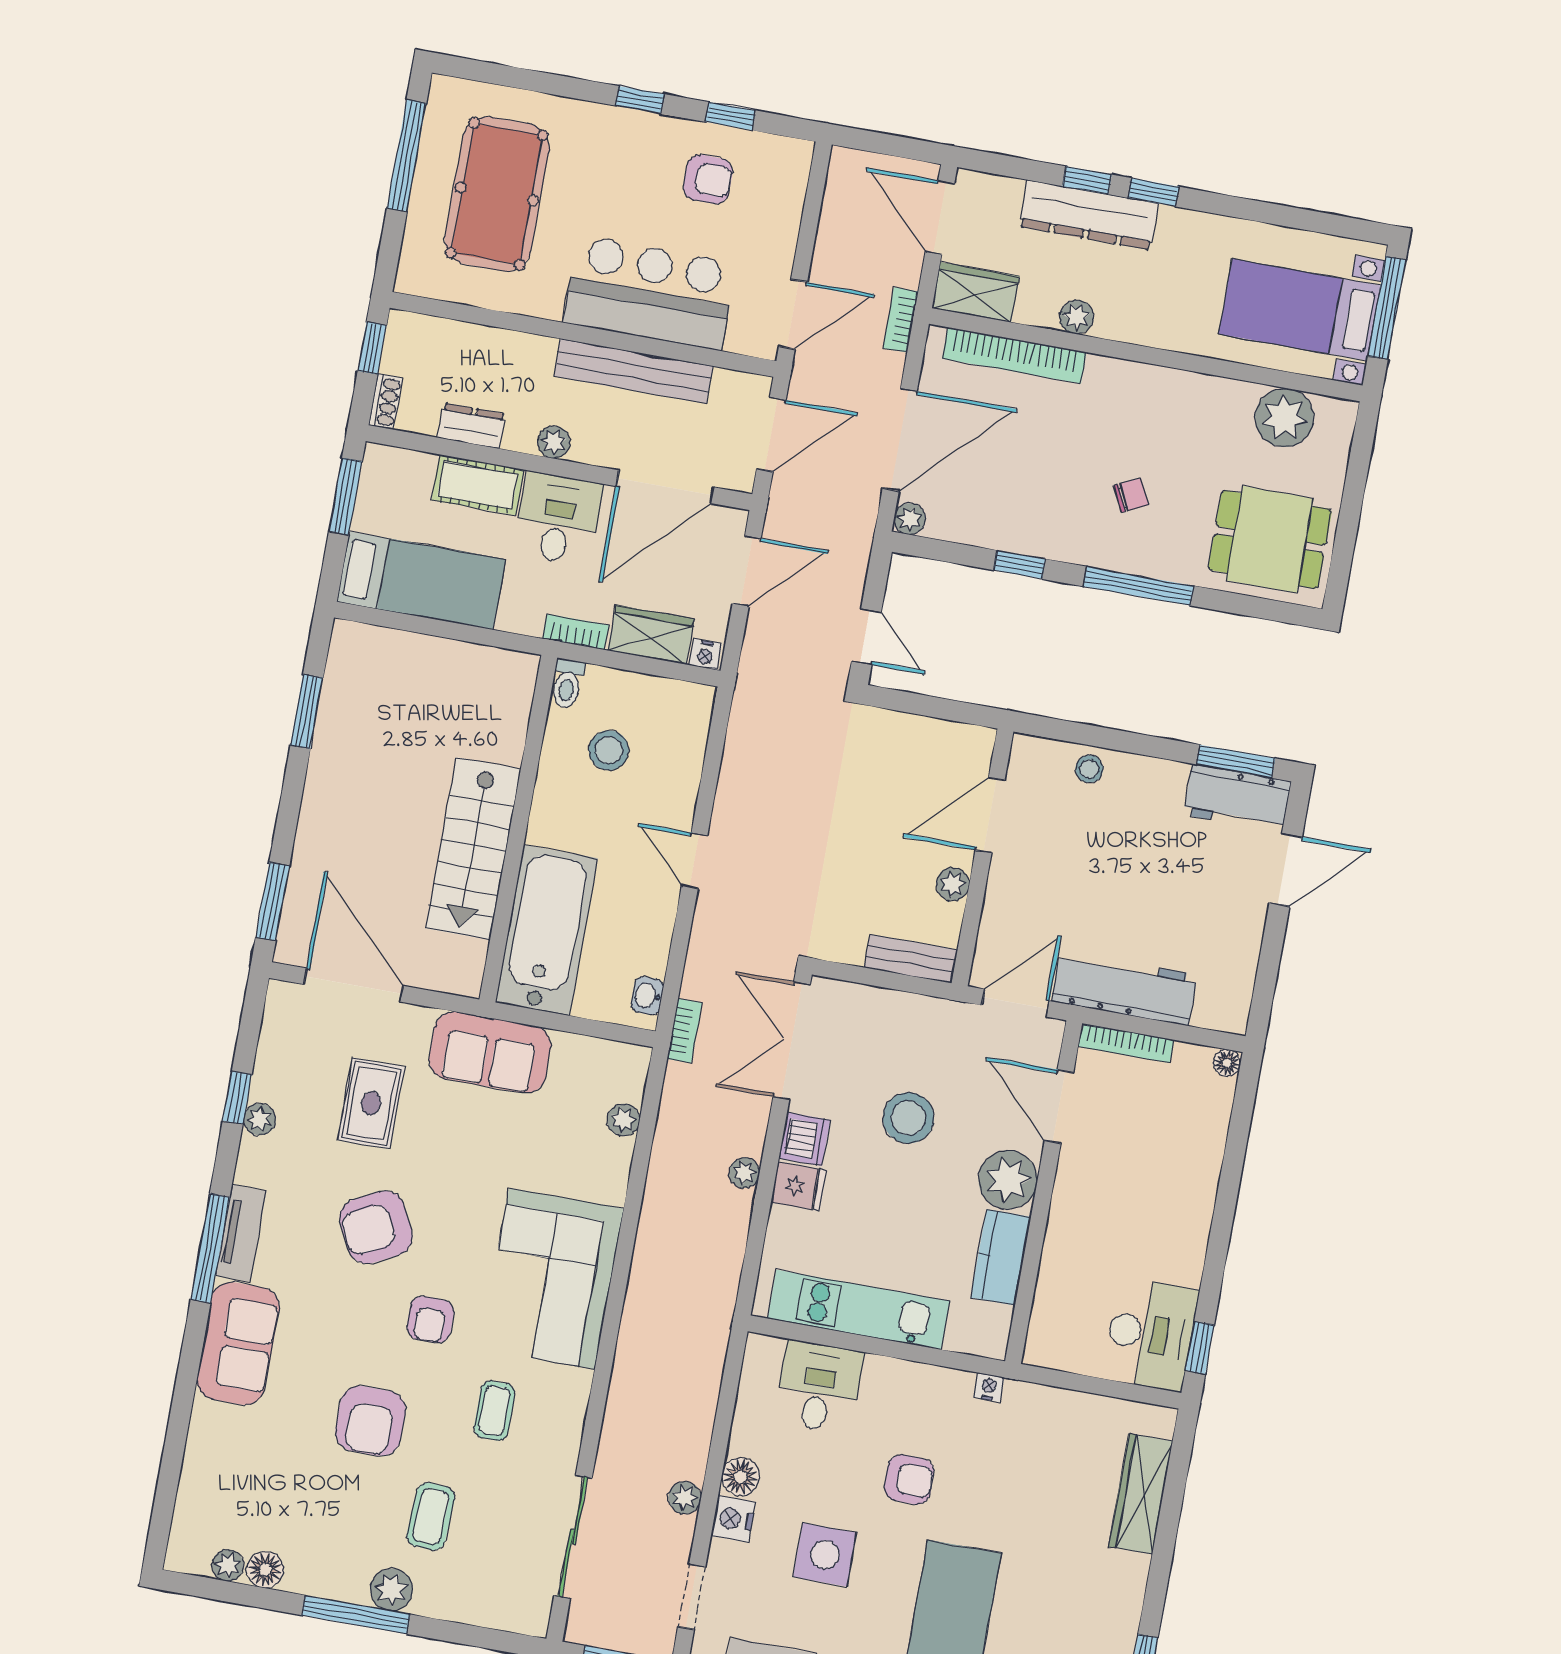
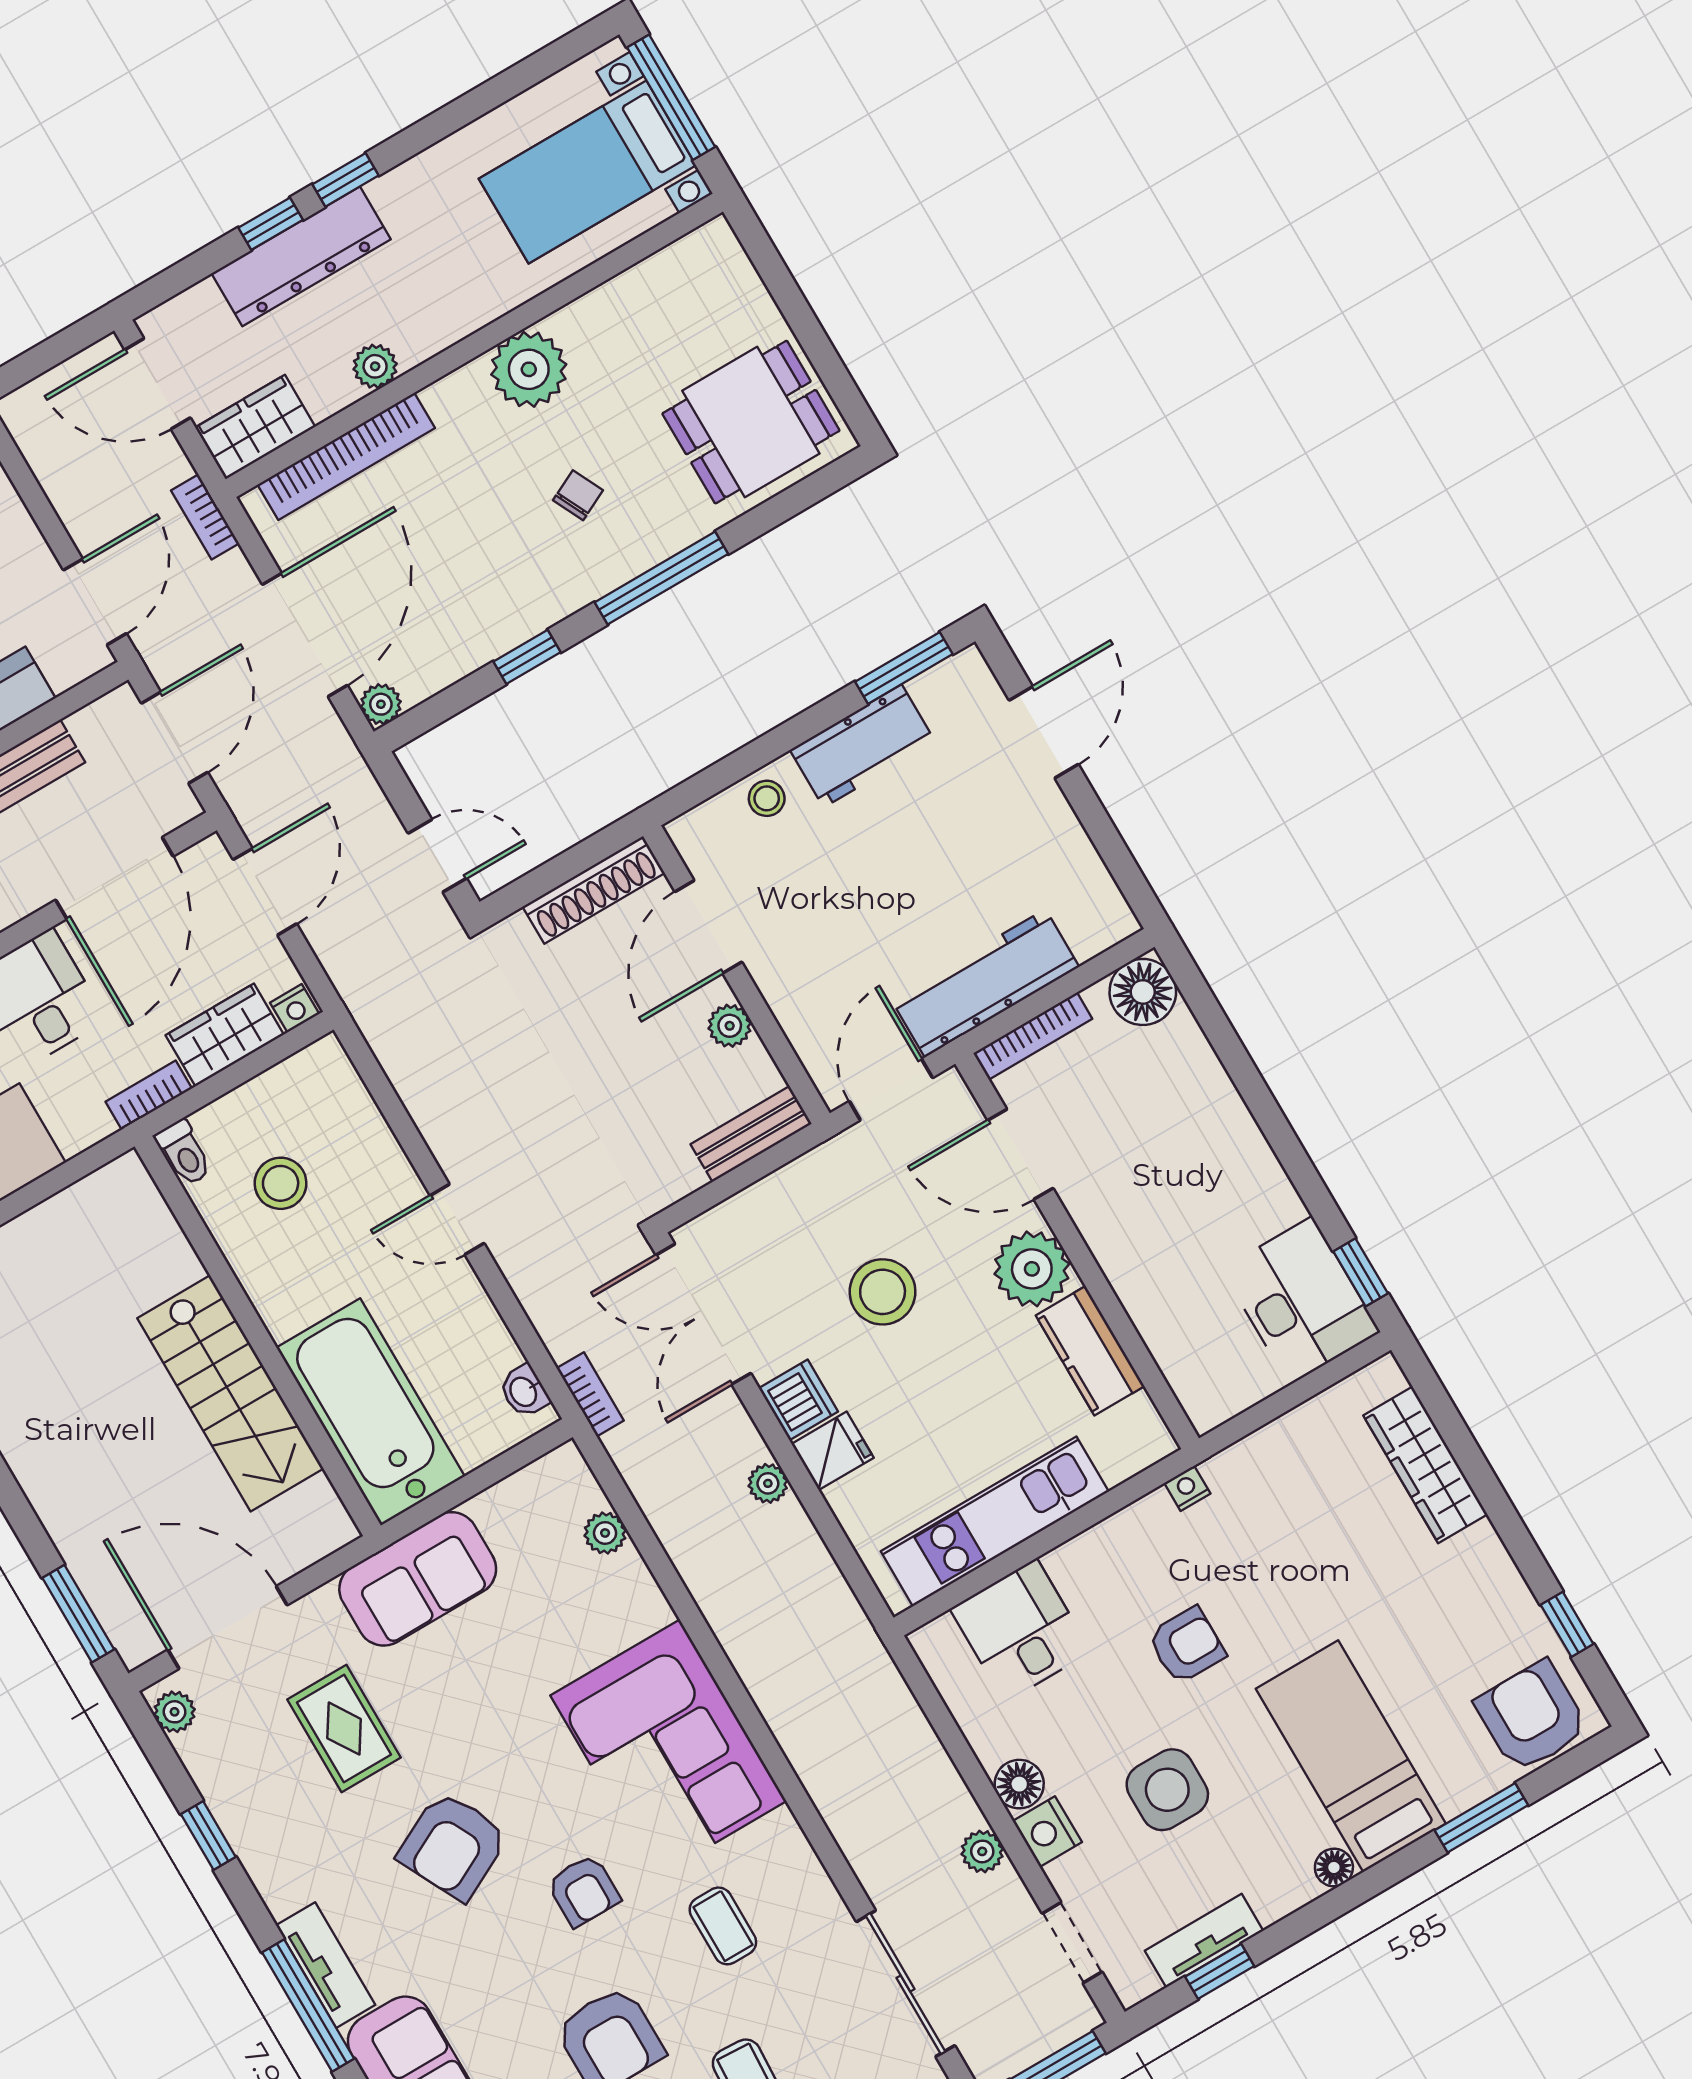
plant: (1284, 418) -> (529, 369), moved
shoe rack: (941, 736) -> (594, 890), added
workbench: (1237, 798) -> (863, 746), moved
floor lamp: (1227, 1063) -> (1143, 992), width x1.89, depth x1.89
plant: (260, 1119) -> (174, 1712), moved

